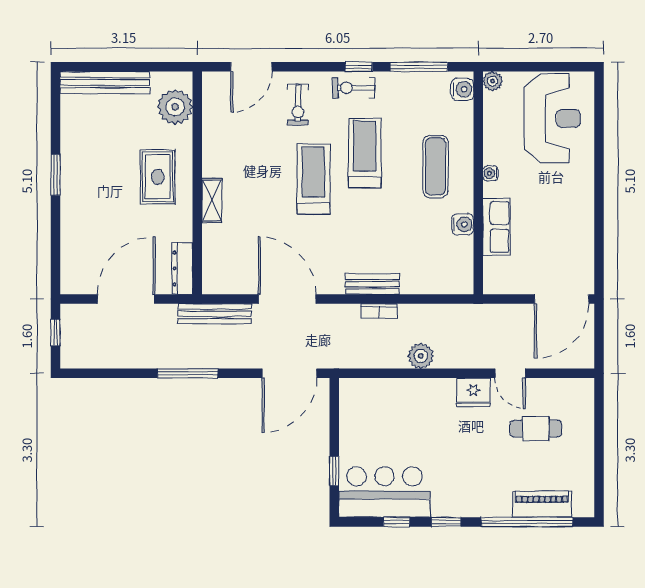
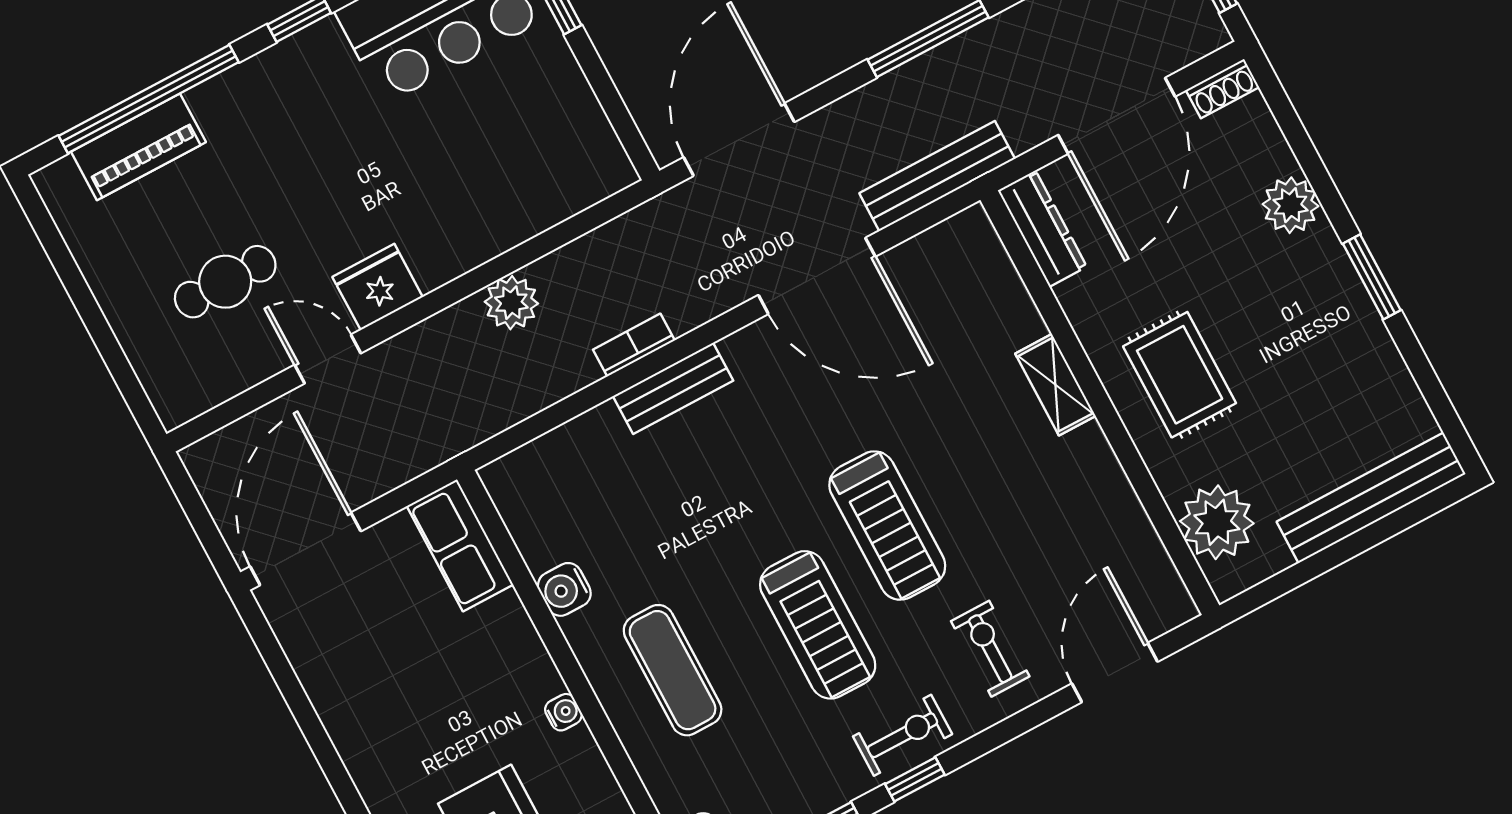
plant: (74, 223) -> (1291, 205), added
row of seats: (496, 227) -> (460, 545), moved
shoe rack: (76, 287) -> (1222, 89), added

